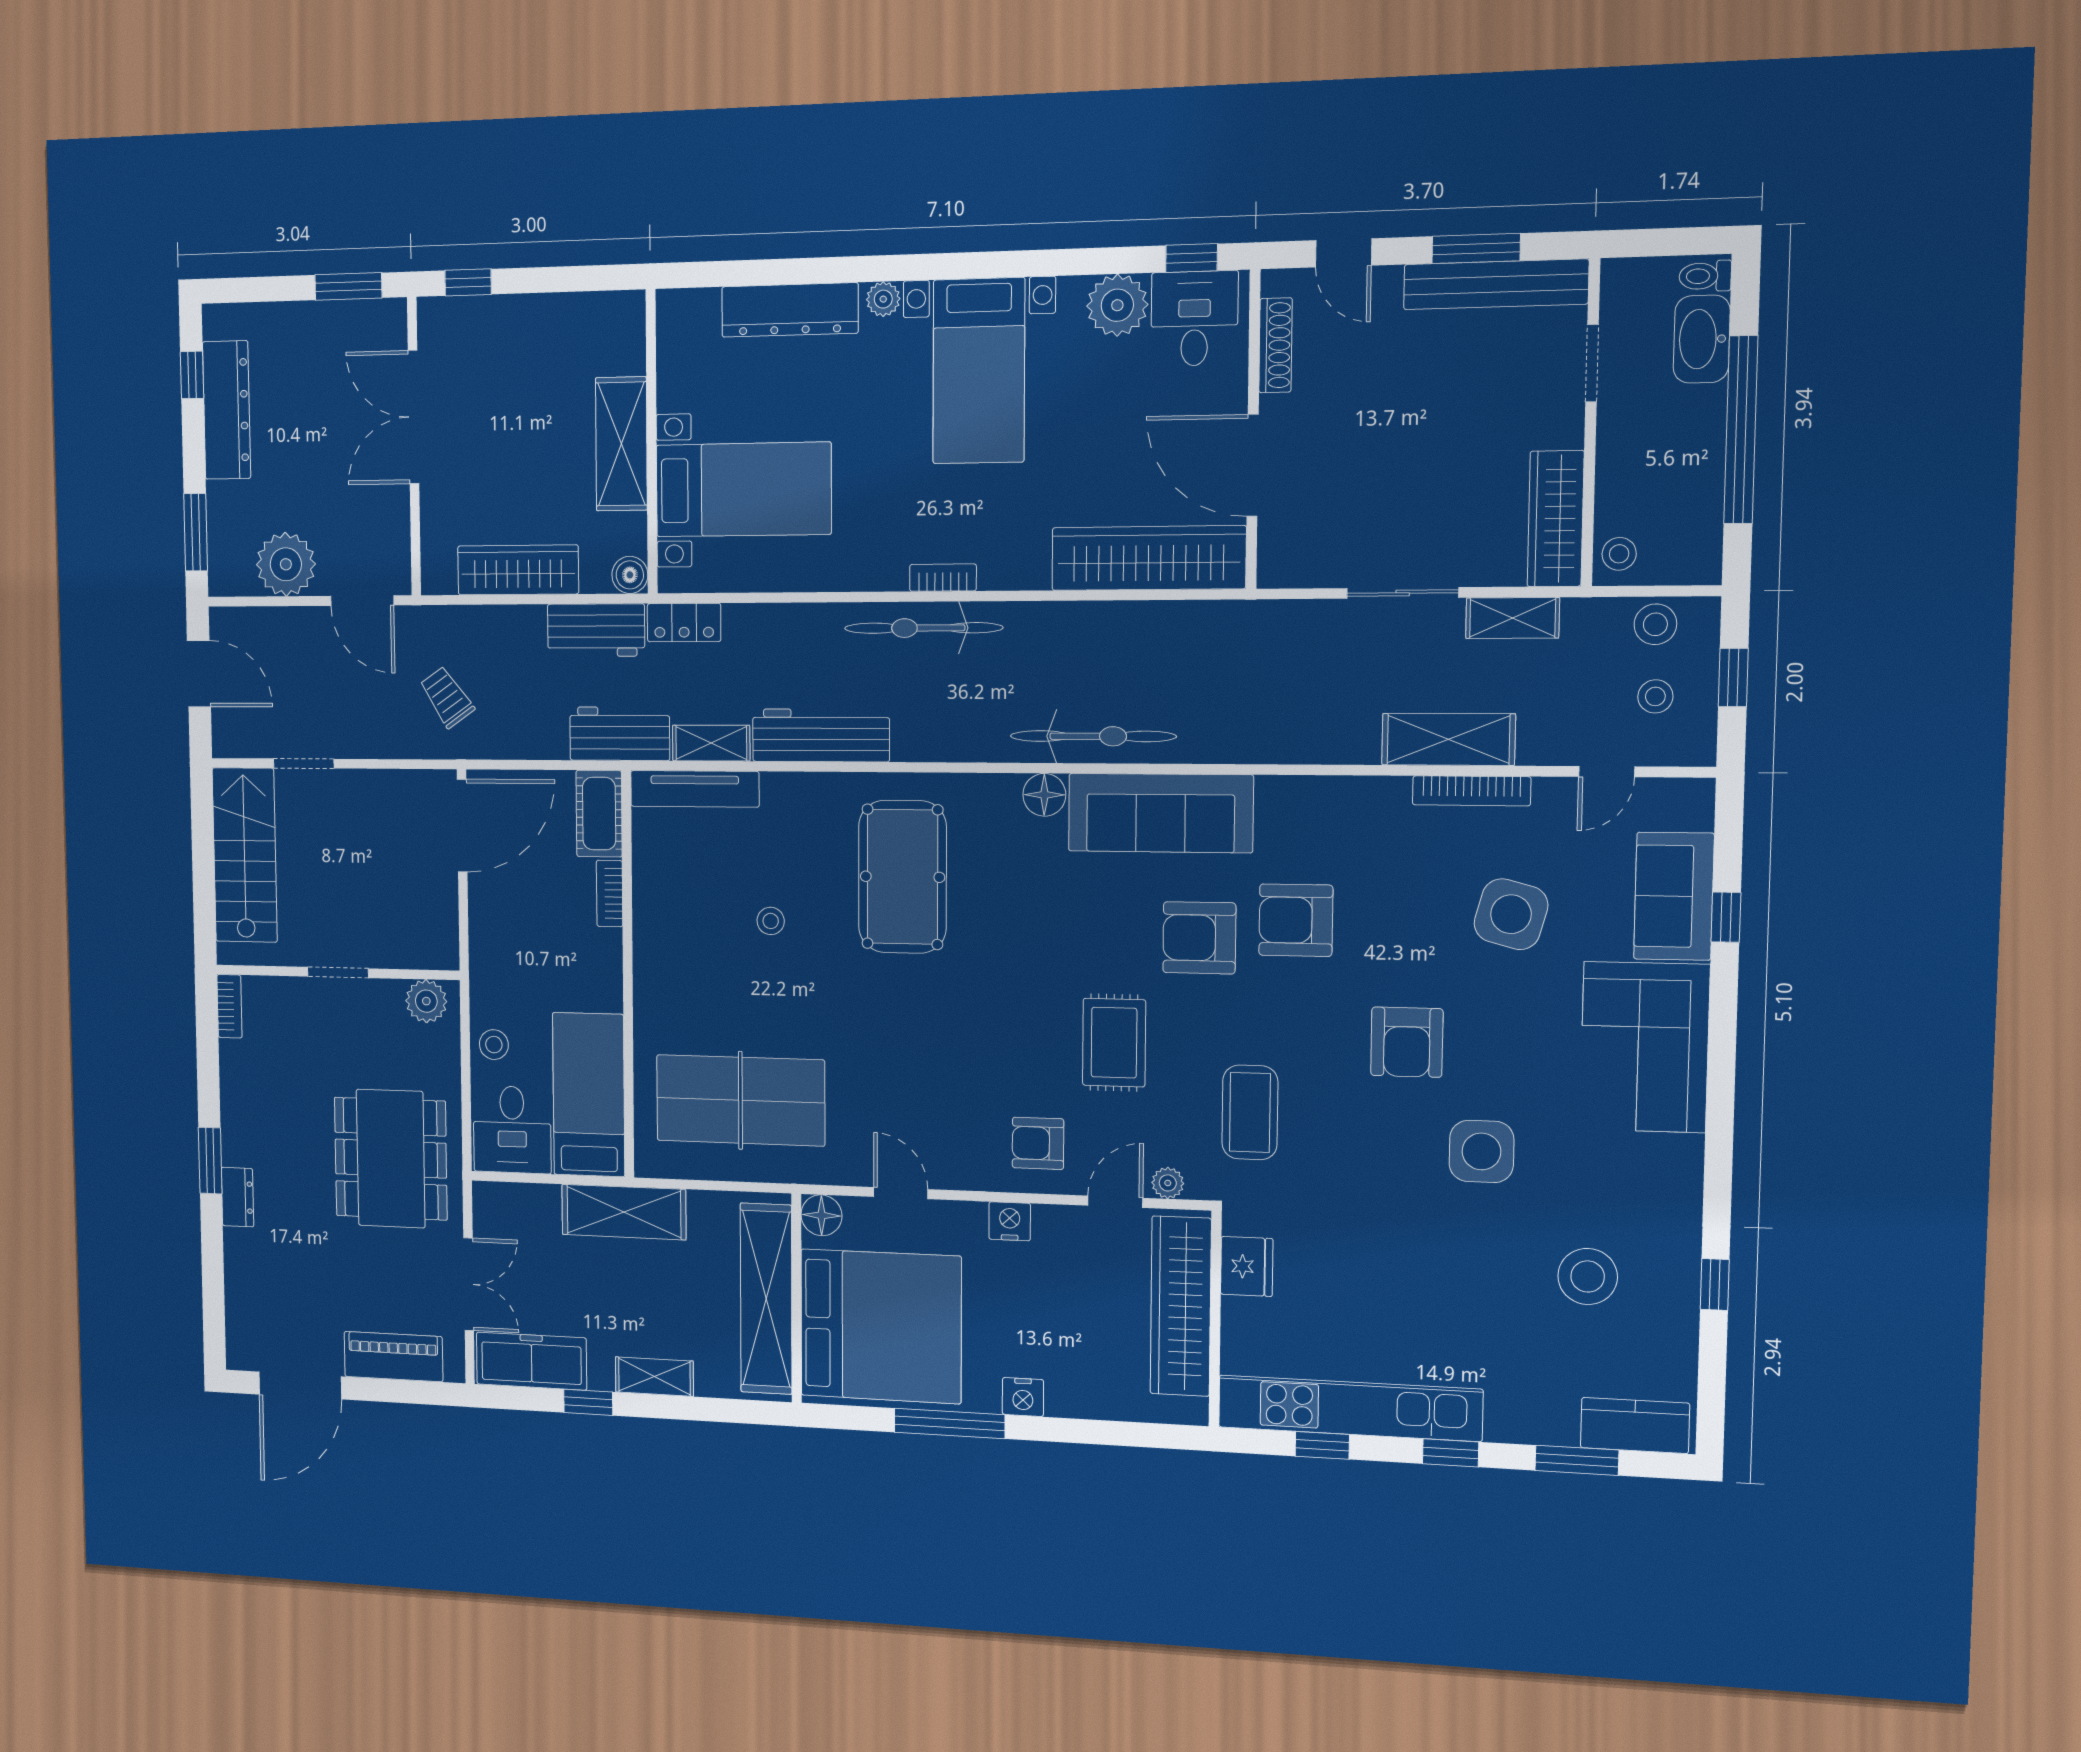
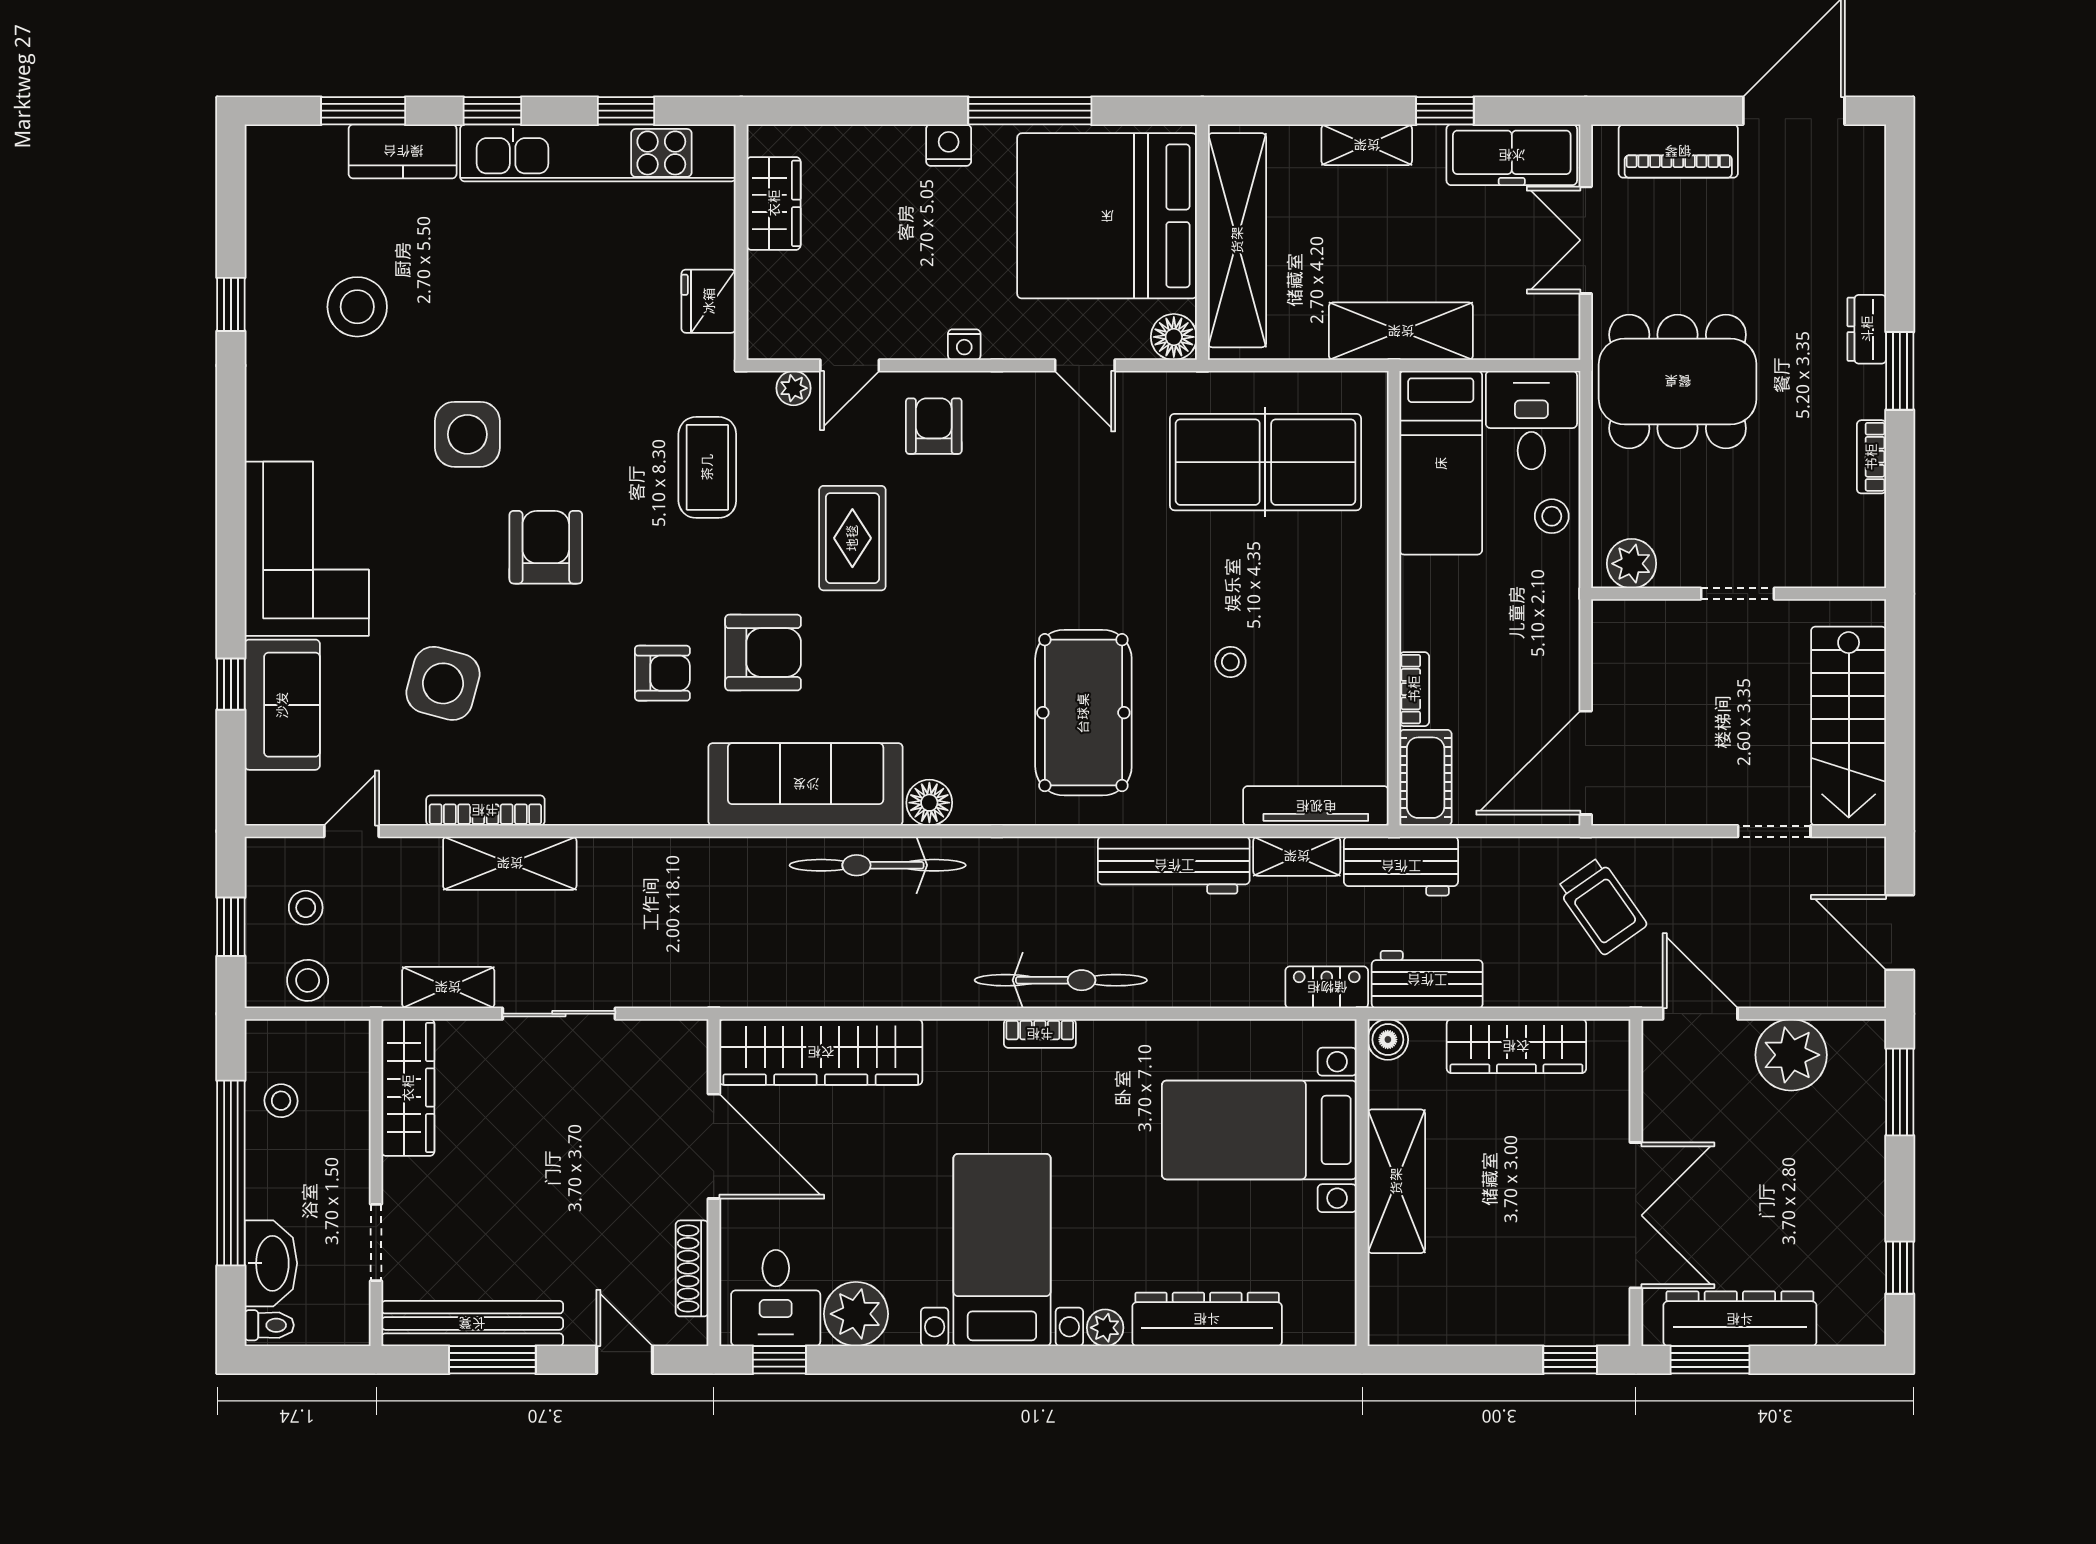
dresser: (227, 410) -> (1740, 1319), moved, turned 90
stool: (1619, 554) -> (281, 1101), moved
trolley: (447, 697) -> (1602, 906), width x1.36, depth x1.39
armchair: (1296, 920) -> (662, 673), width x0.72, depth x0.72
bookcase: (229, 1006) -> (1871, 457), moved
armchair: (1038, 1143) -> (934, 426), turned -90
dining table: (391, 1159) -> (1678, 381), turned 90
nightstand: (1010, 1221) -> (964, 345), width x0.72, depth x0.74
wardrobe: (1181, 1306) -> (774, 203), width x0.48, depth x0.85
kitchen counter: (1635, 1425) -> (403, 151), moved

